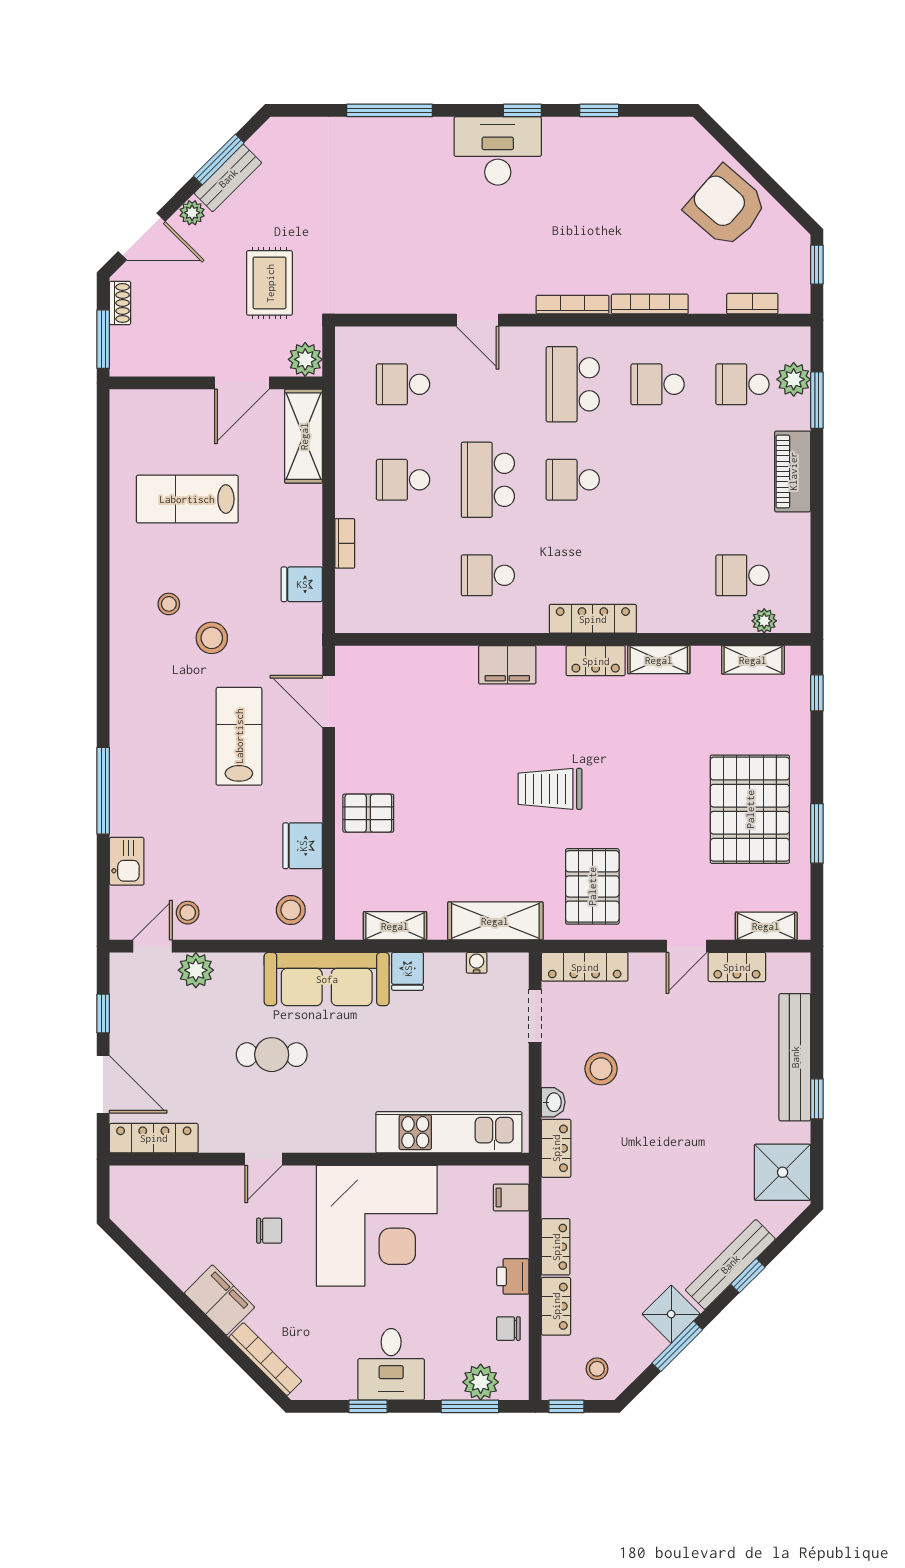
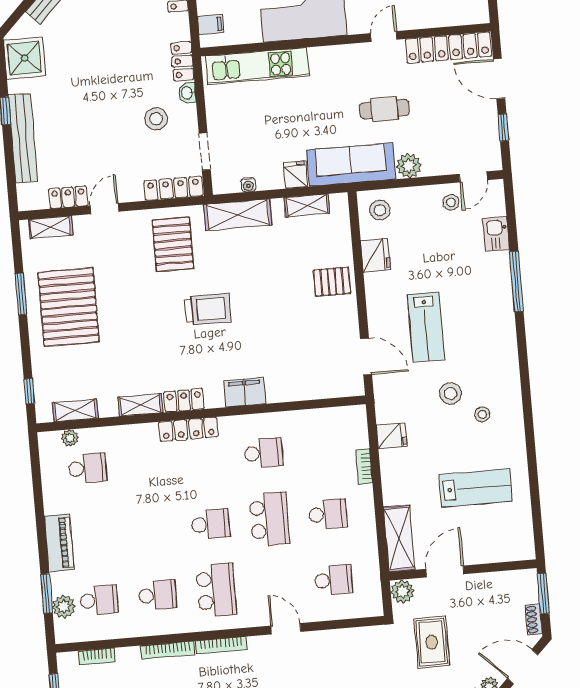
plant: (196, 970) -> (409, 166), moved
locker: (154, 1138) -> (448, 48), width x1.41, depth x1.21

